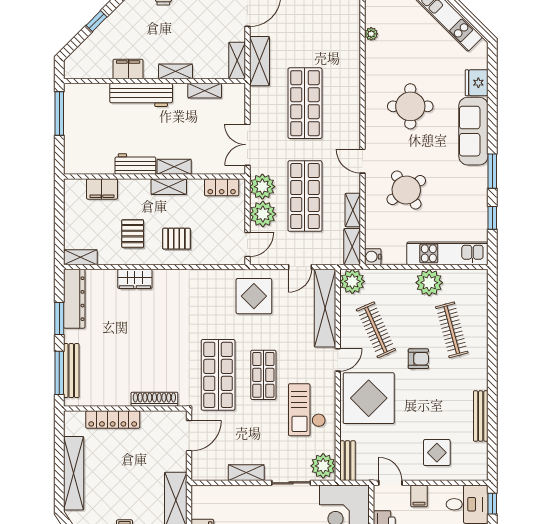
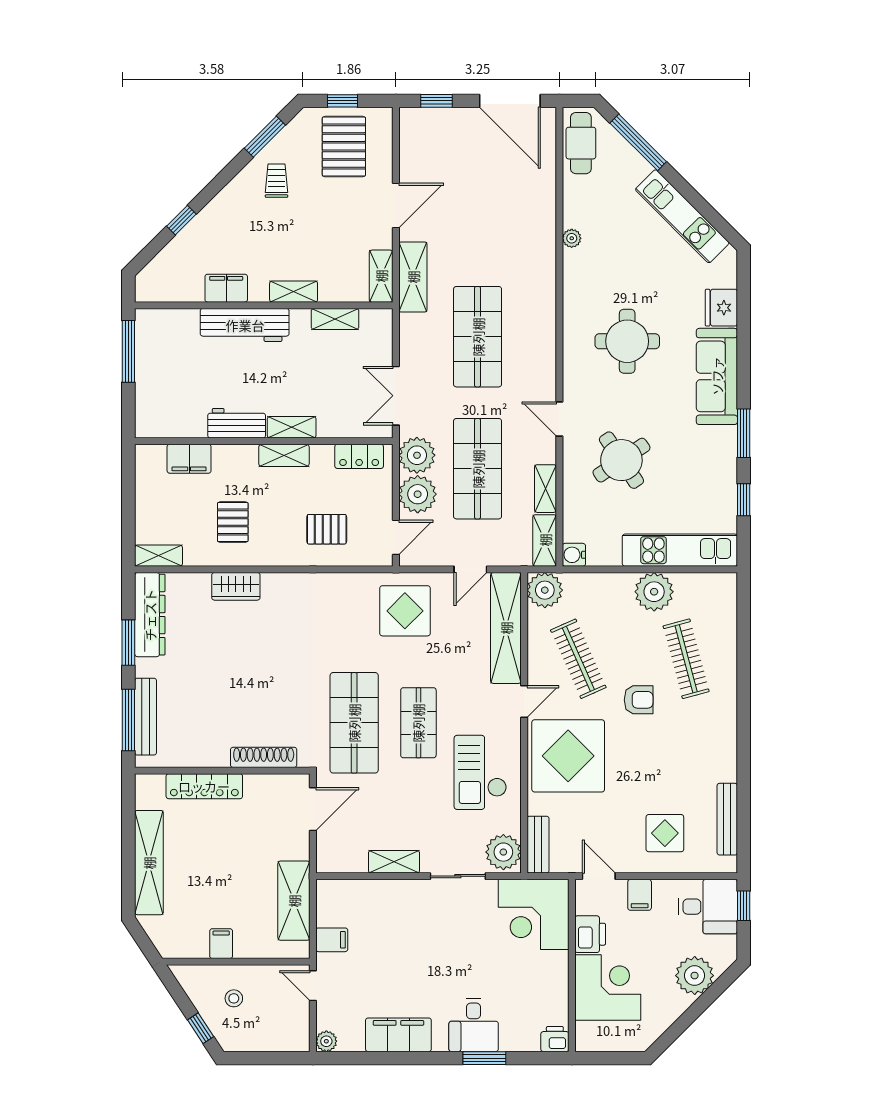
pallet: (177, 239) -> (327, 529), moved
bench: (481, 416) -> (727, 819), moved

